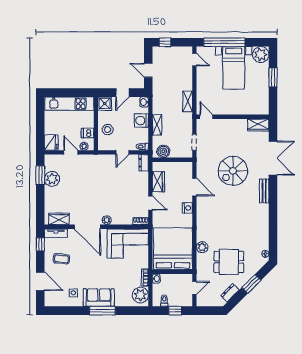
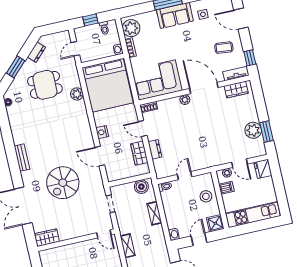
washing machine: (141, 121) -> (172, 214), removed
dresser: (144, 163) -> (155, 149), moved
spiral stairs: (233, 171) -> (63, 183), turned 180
bench: (264, 191) -> (22, 158), moved

